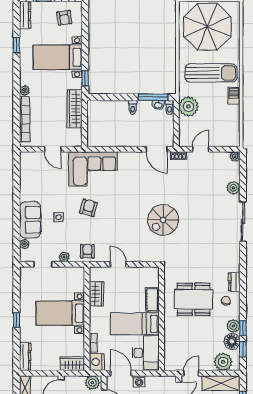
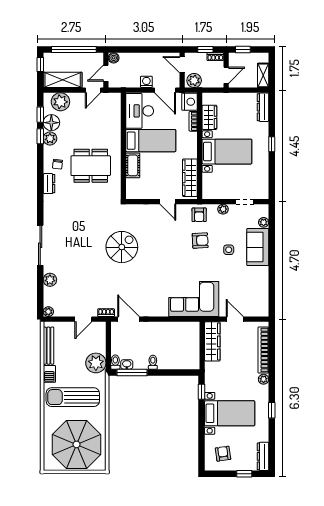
window: (17, 45) -> (272, 410), moved
wardrobe: (75, 109) -> (212, 341), moved
bench: (235, 123) -> (49, 346), added
armchair: (89, 208) -> (200, 241), moved, turned -108
wardrobe: (96, 294) -> (190, 178), width x1.50
wardrobe: (72, 364) -> (209, 117), moved, turned -90

